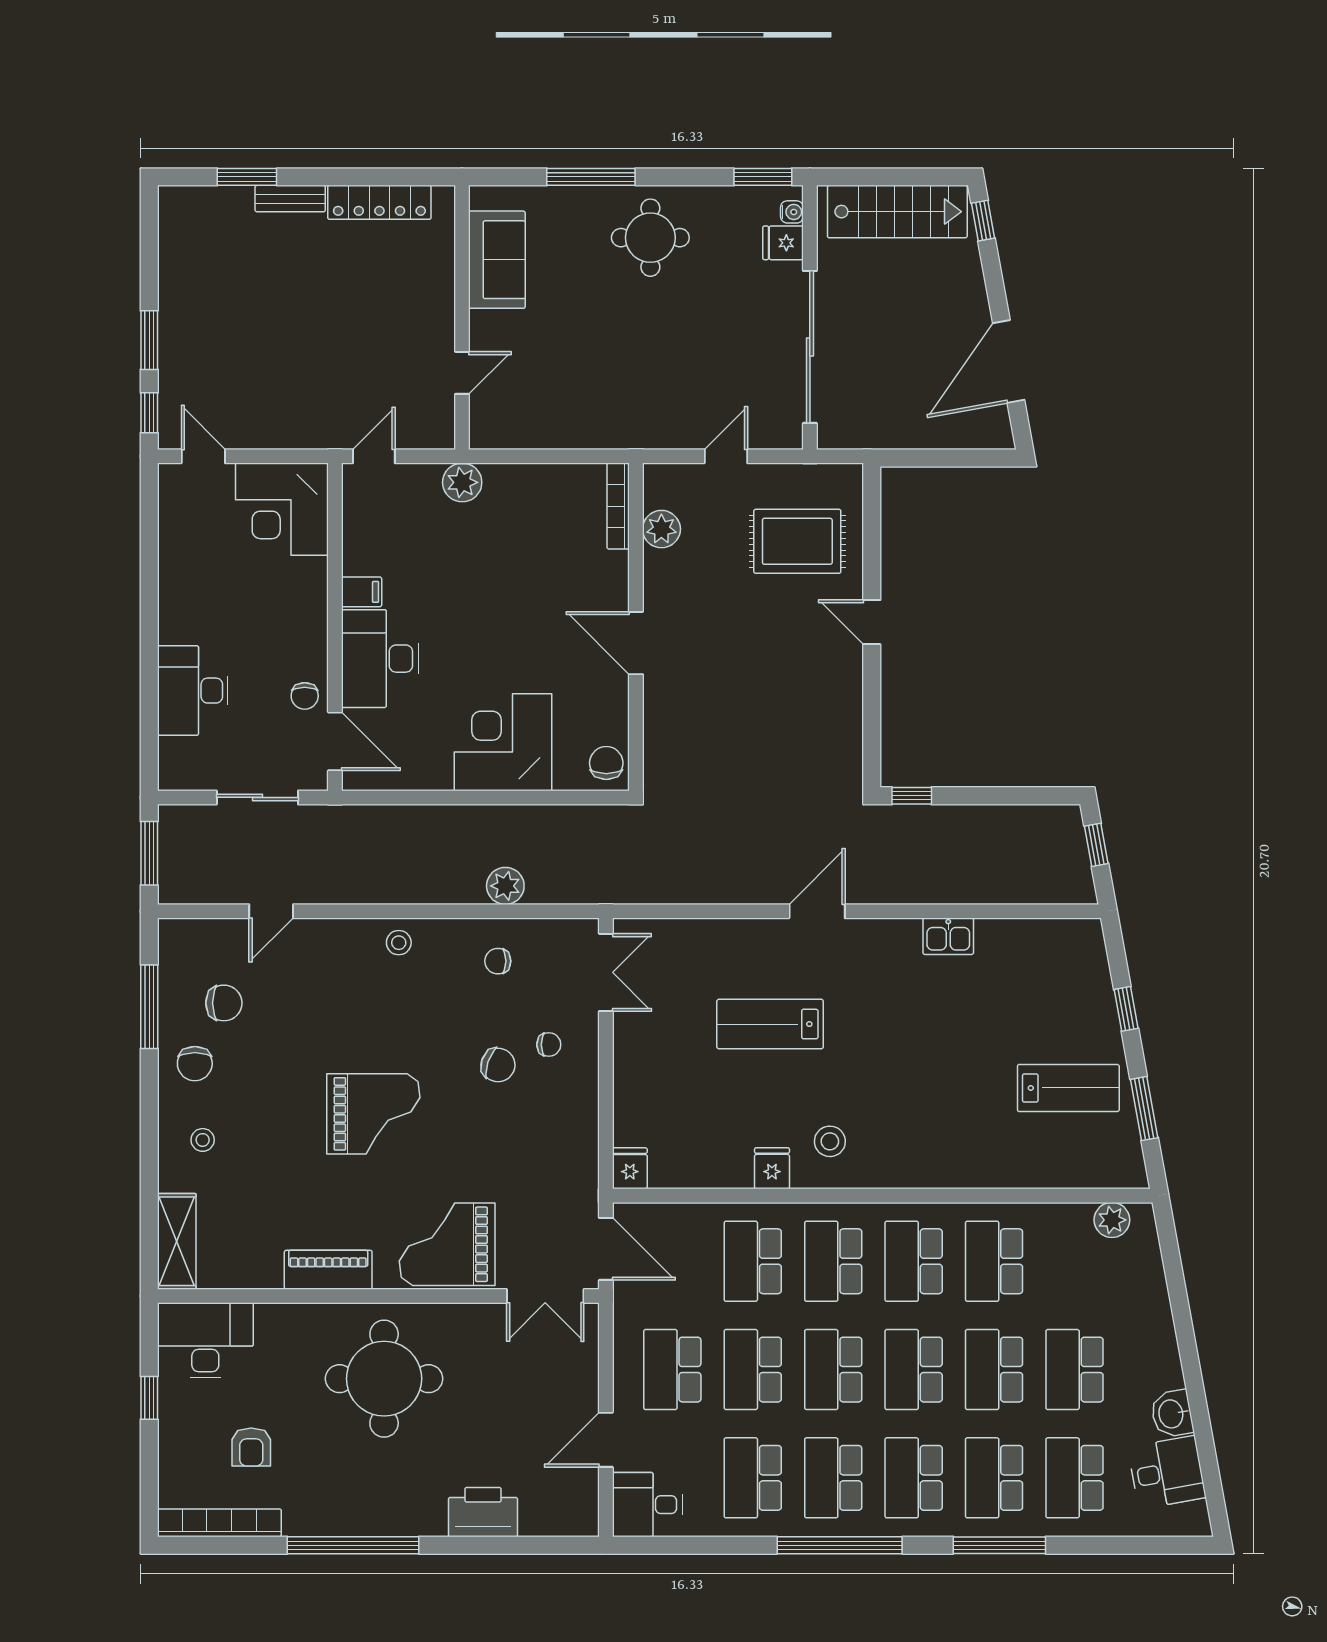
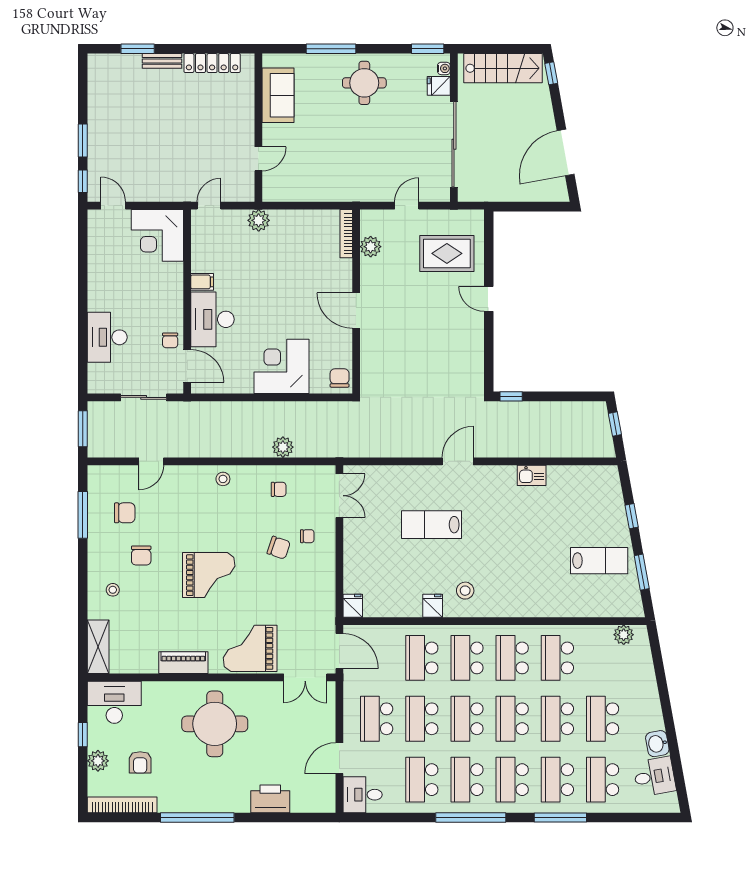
chair: (498, 961) -> (279, 489), turned 180
chair: (195, 1064) -> (141, 556), moved
plant: (176, 1444) -> (98, 761), added

